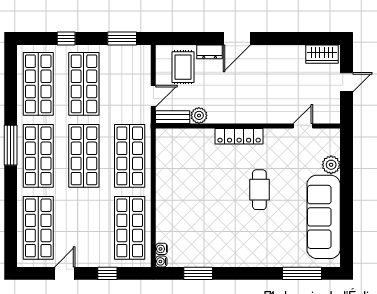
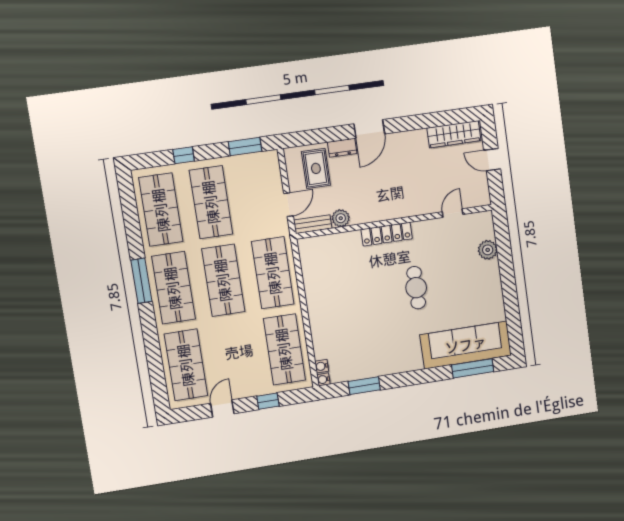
wardrobe: (322, 54) -> (454, 134), width x1.50
door: (346, 82) -> (492, 160), swing flipped
sofa: (324, 217) -> (466, 345), moved, turned 90

